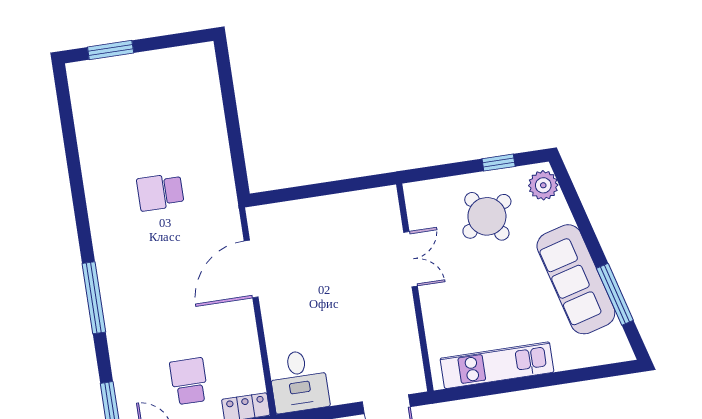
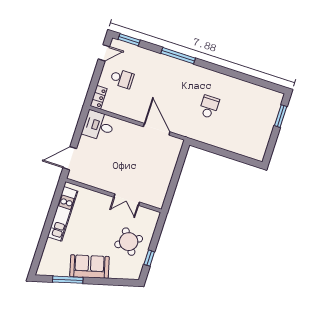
plant: (543, 185) -> (130, 272), removed
sofa: (576, 279) -> (89, 267), width x0.73

